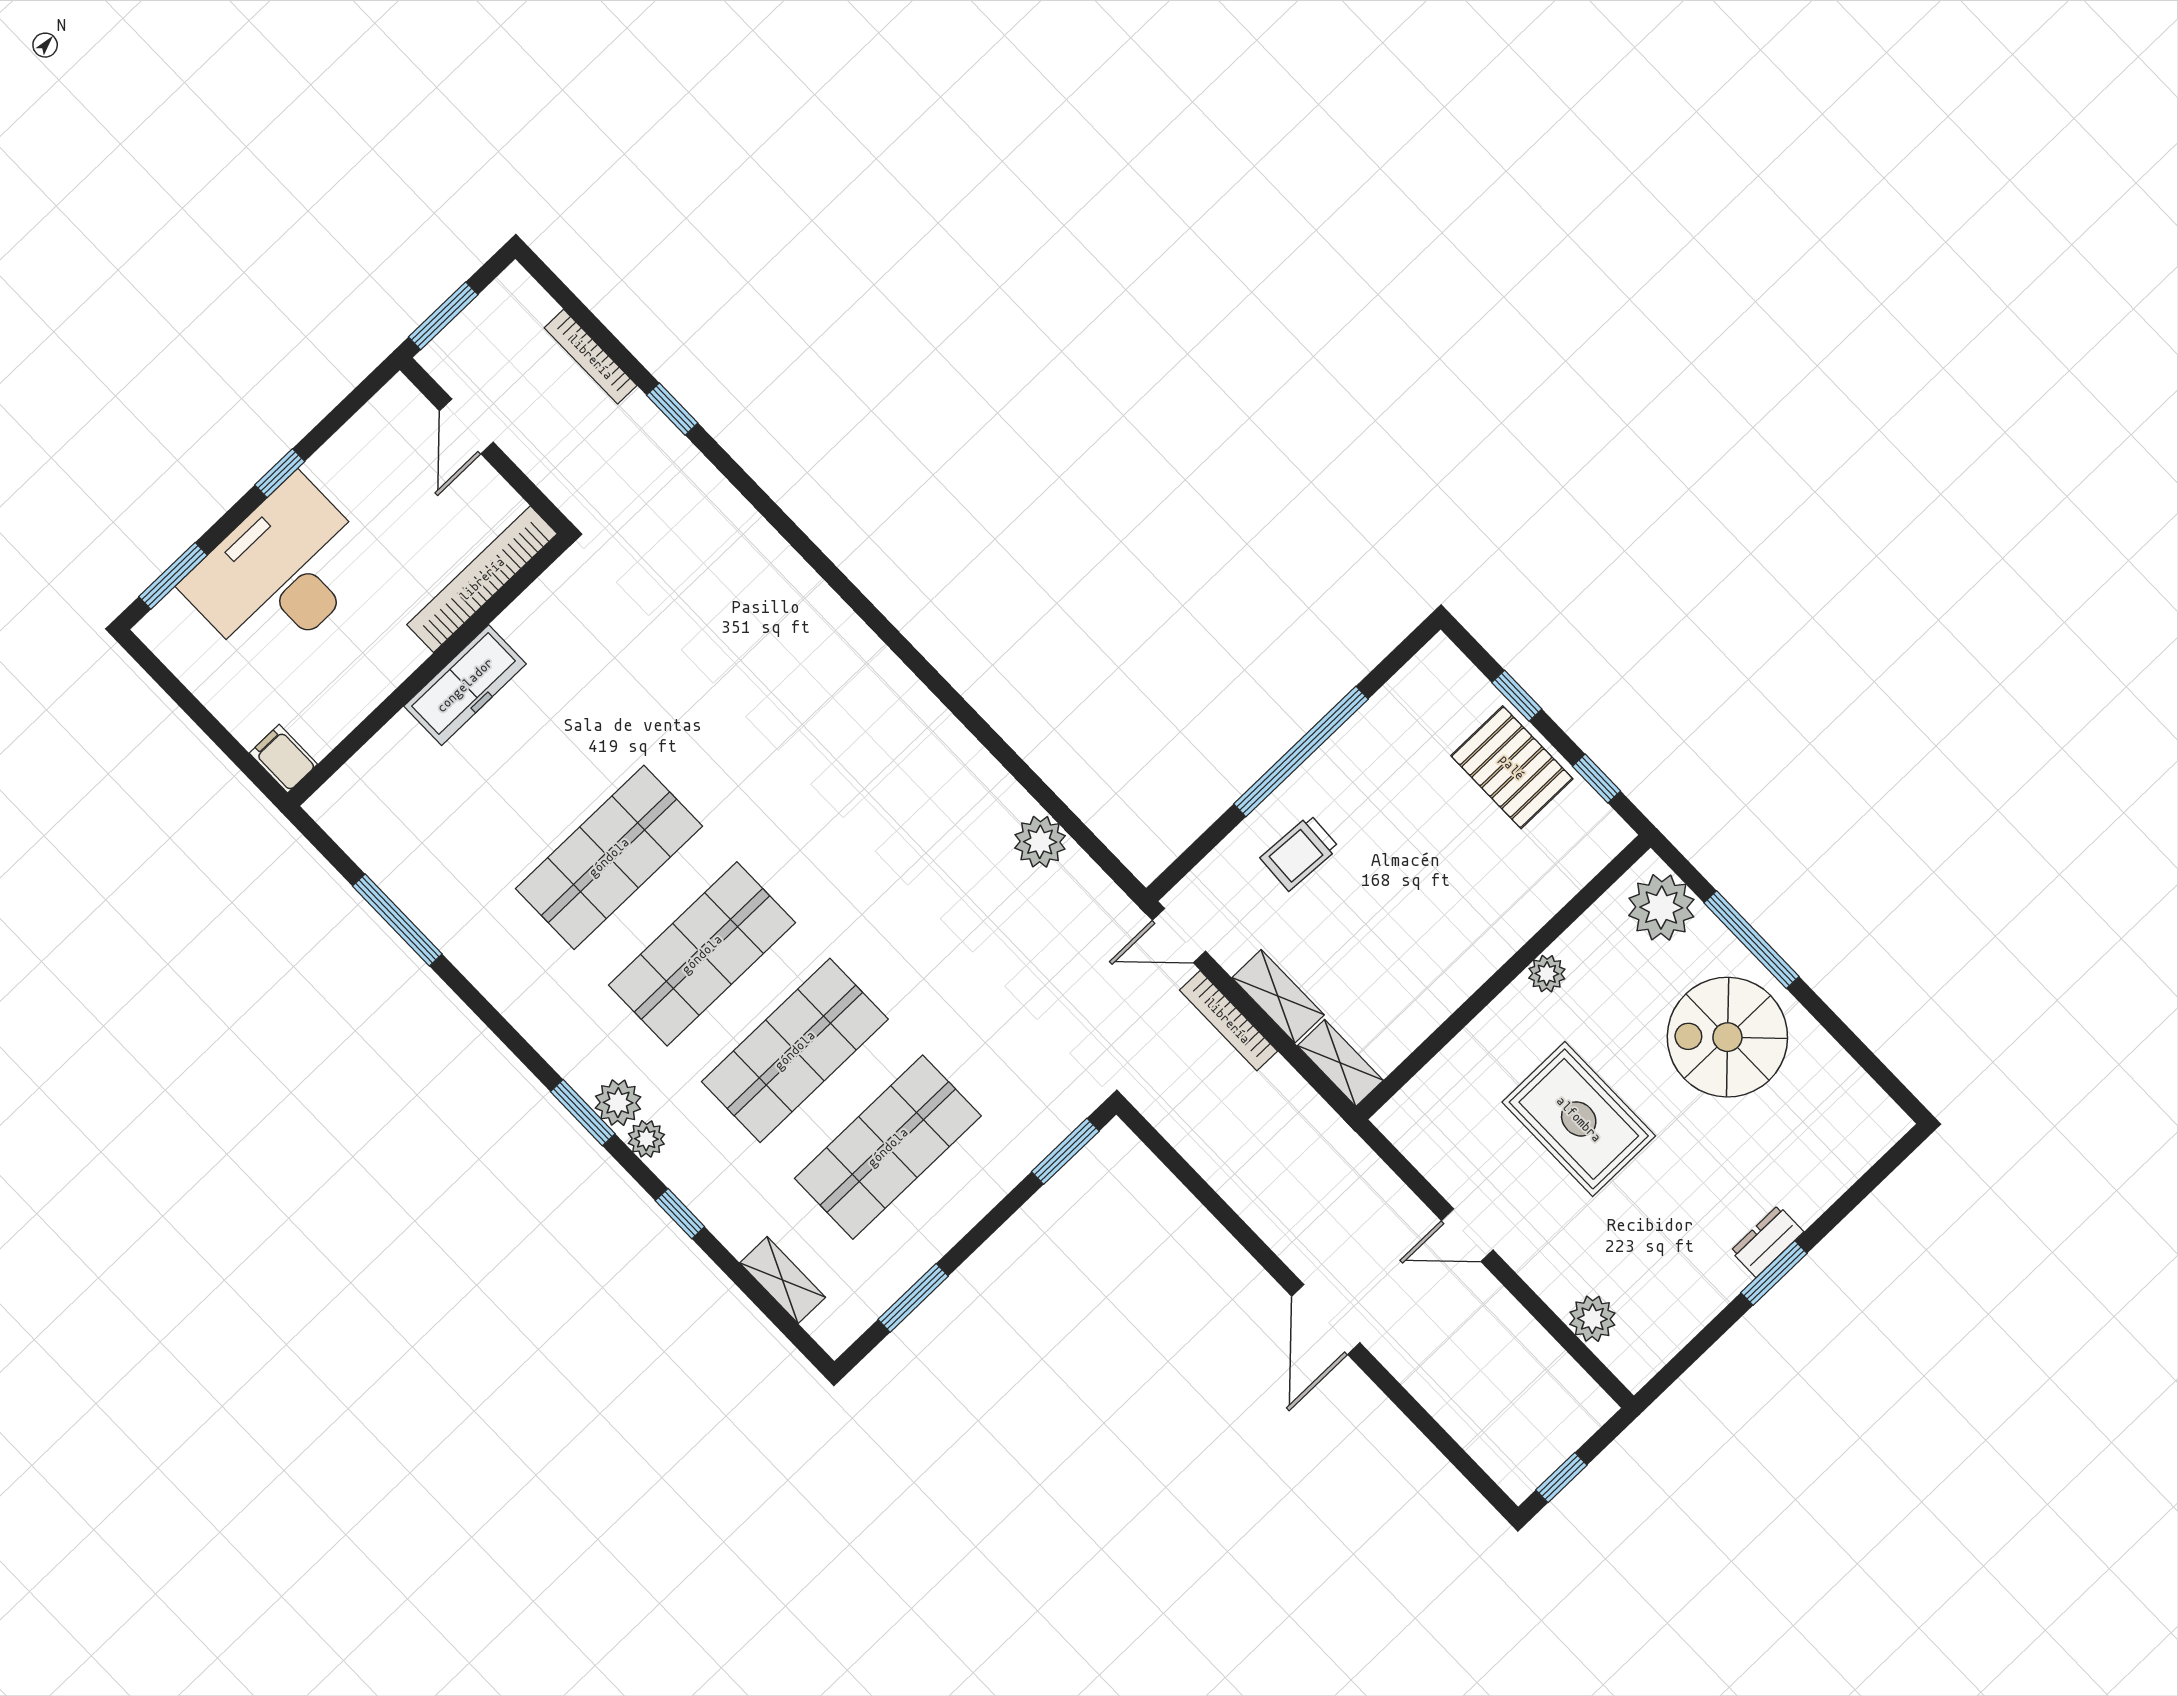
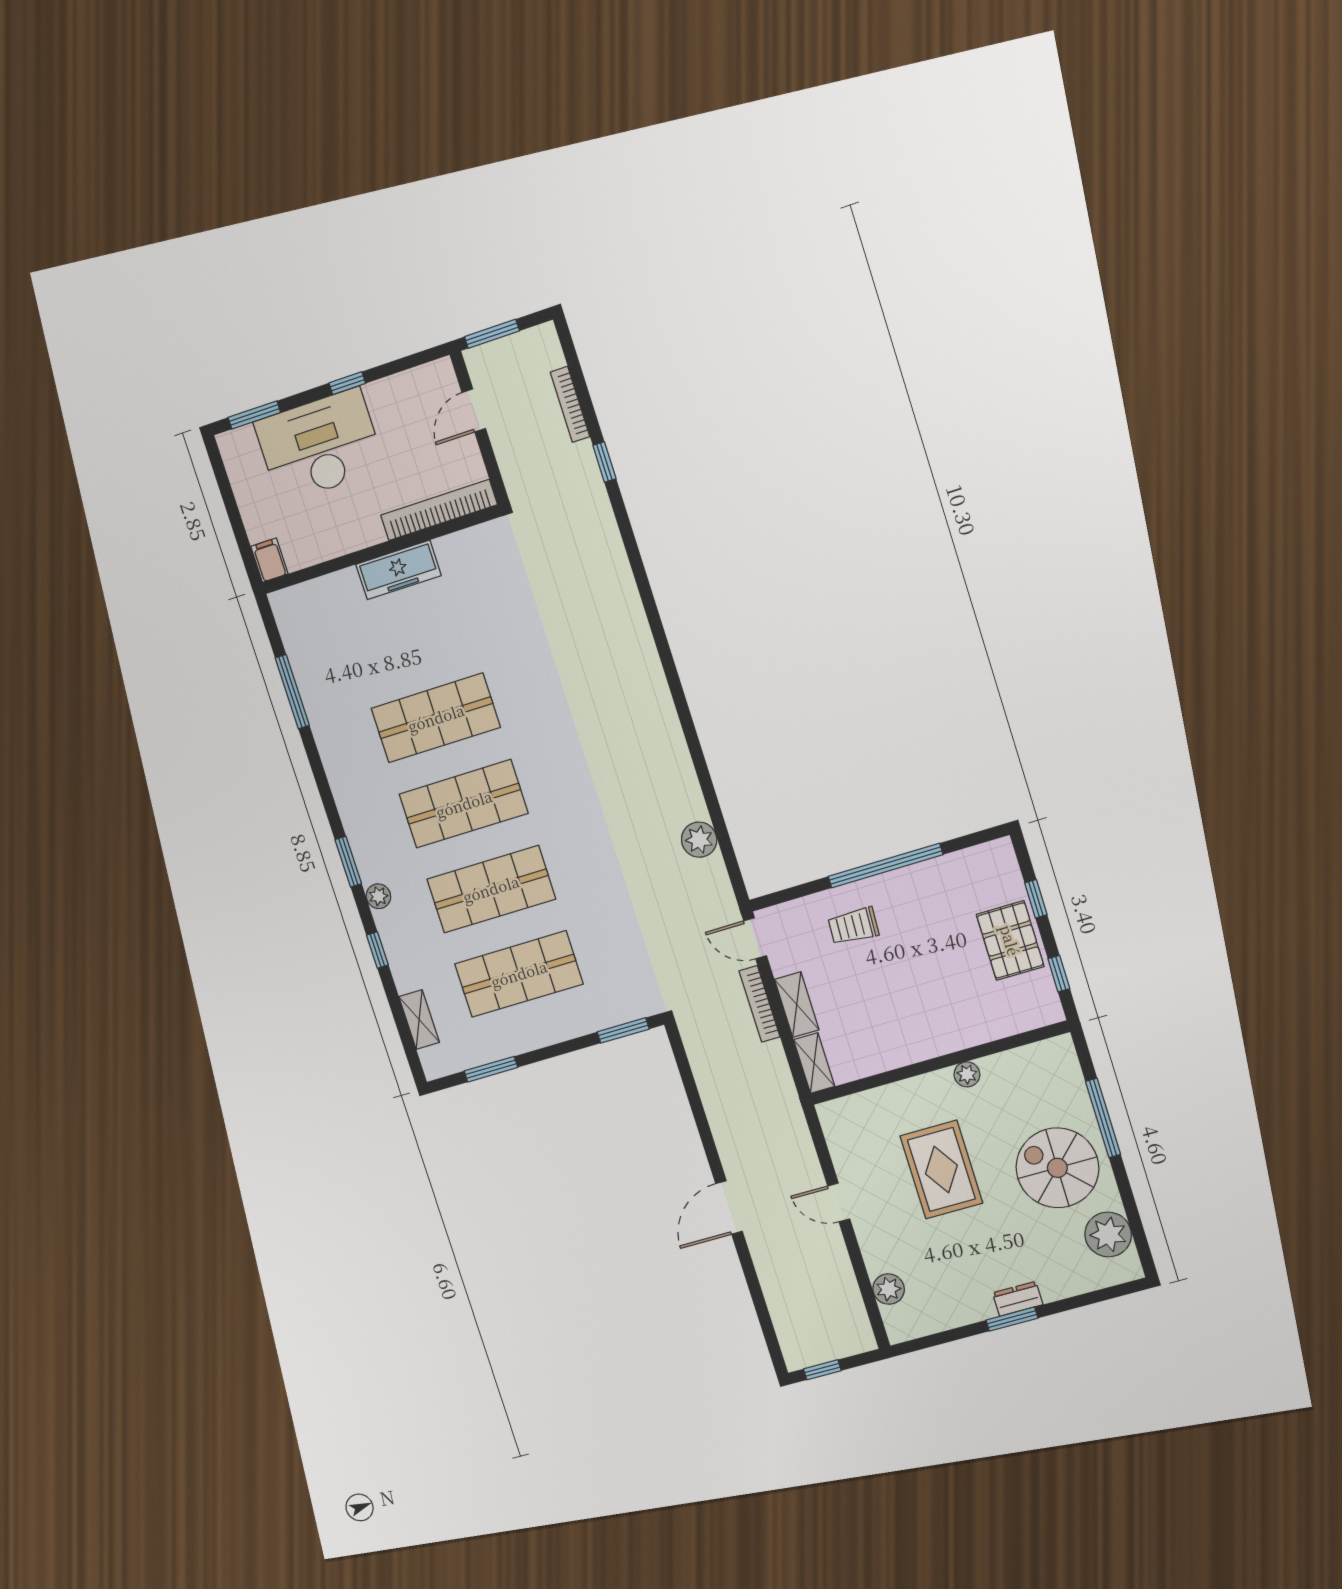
plant: (1661, 907) -> (1108, 1235), moved
plant: (618, 1103) -> (372, 866), removed

